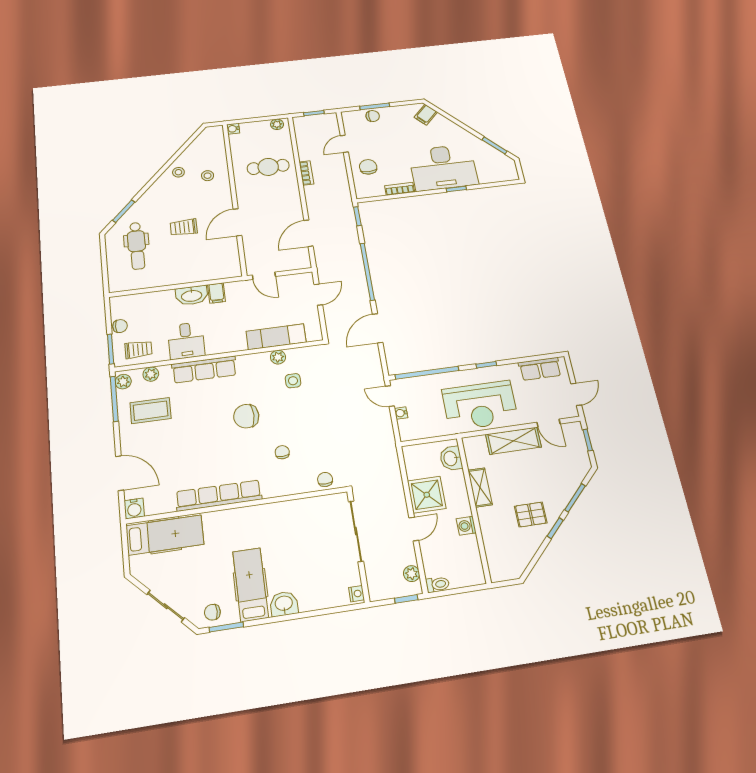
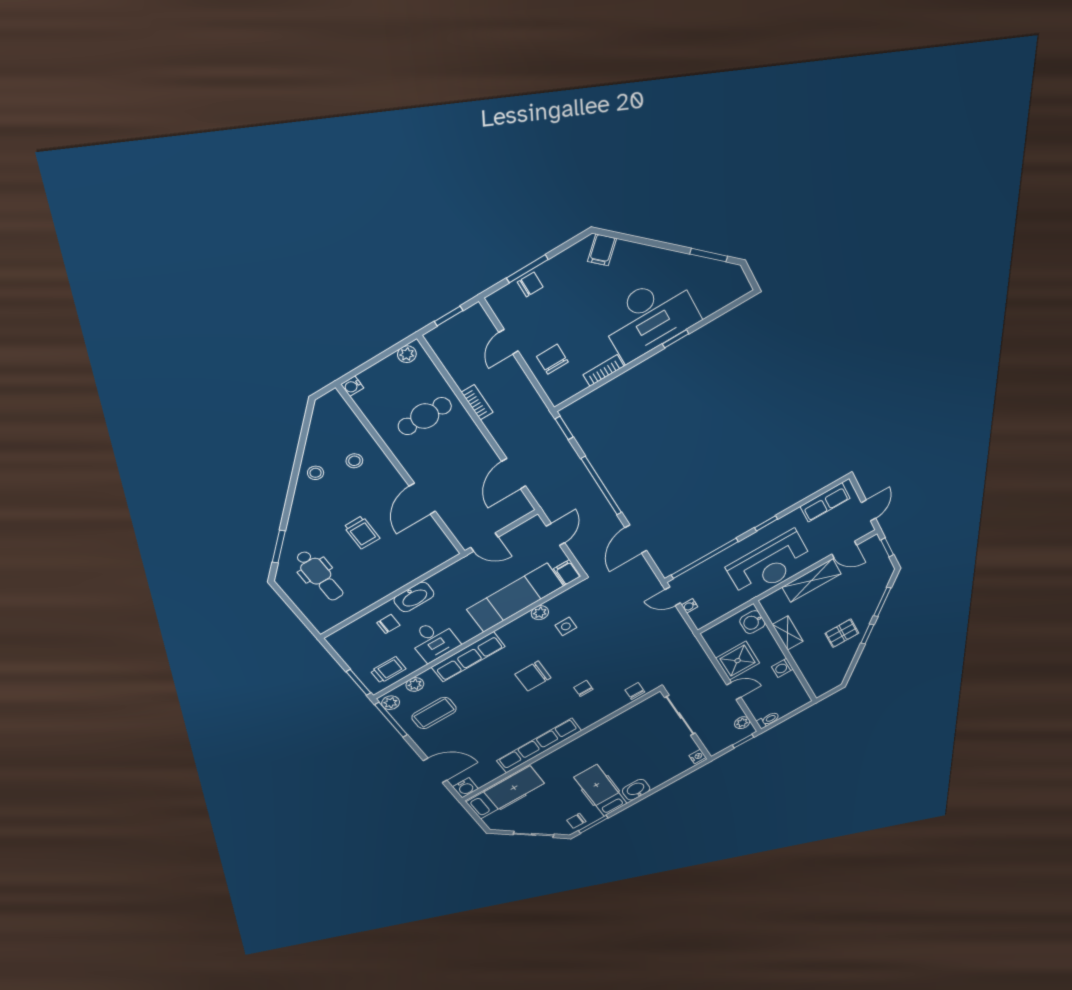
trolley: (184, 227) -> (362, 532), turned -90
filing cabinet: (217, 293) -> (567, 572), moved, turned 180
chair: (120, 326) -> (388, 624), moved
exam couch: (276, 337) -> (515, 598), width x1.36, depth x1.45
door: (414, 529) -> (734, 691), hinge flipped

